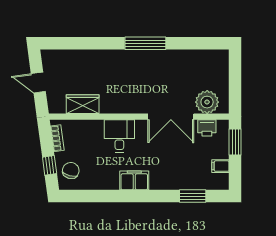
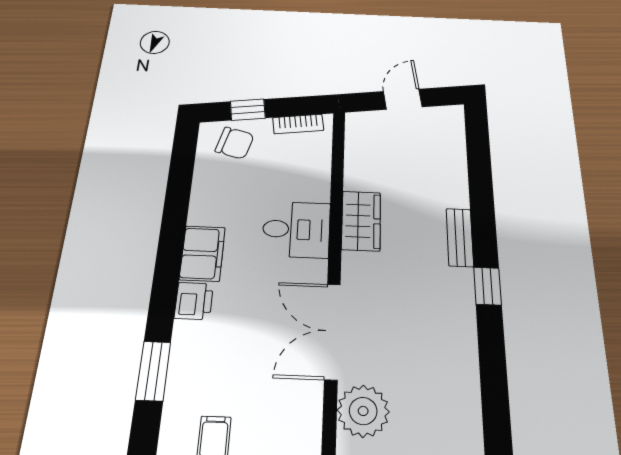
window: (145, 43) -> (487, 286), width x0.46
bench: (120, 55) -> (460, 237), added
wardrobe: (83, 104) -> (361, 221), moved
printer: (207, 128) -> (194, 301), moved, turned 180

